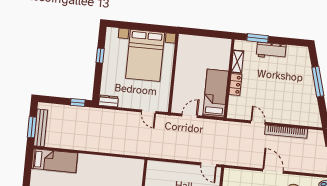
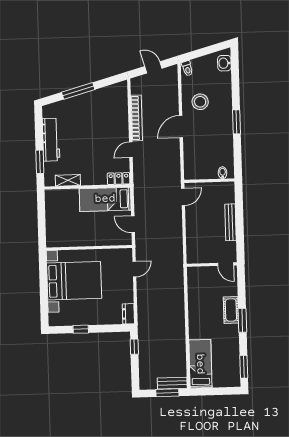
workbench: (271, 51) -> (51, 140), width x1.37
locker: (235, 84) -> (119, 179), moved
bench: (41, 128) -> (172, 383), width x0.73

